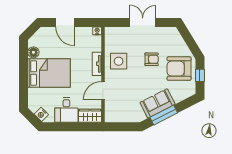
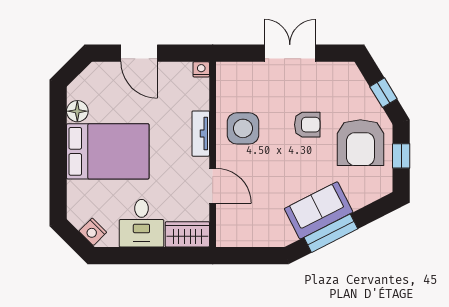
window: (191, 43) -> (383, 93), added
armchair: (179, 69) -> (360, 143), turned -90
door: (103, 91) -> (213, 186), swing flipped

